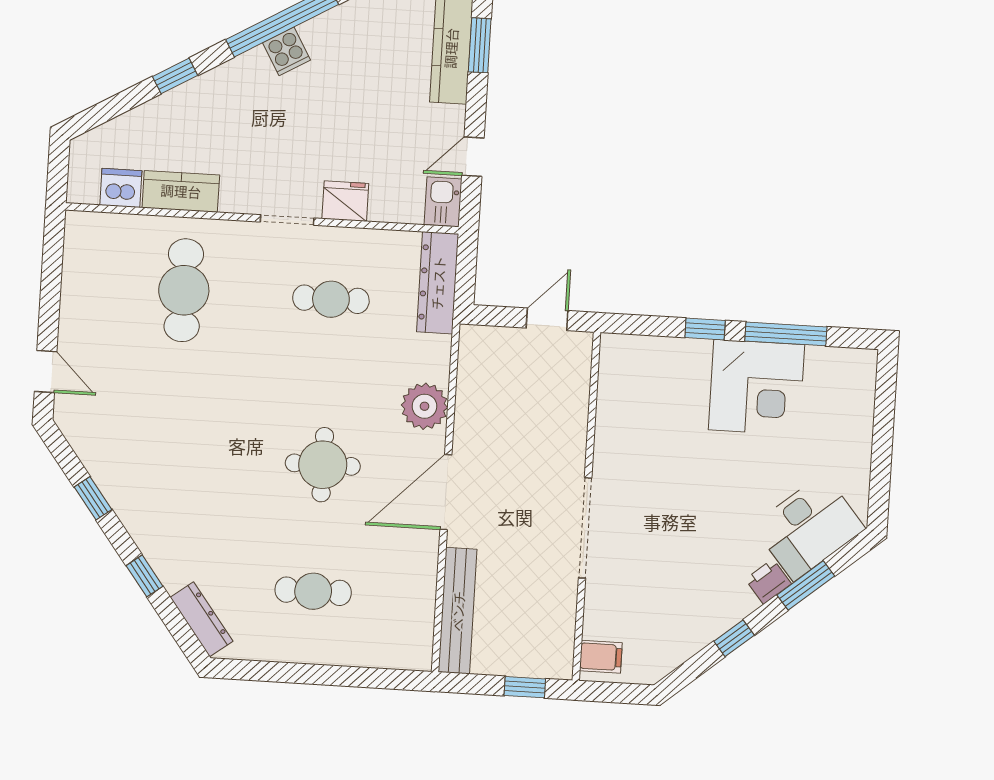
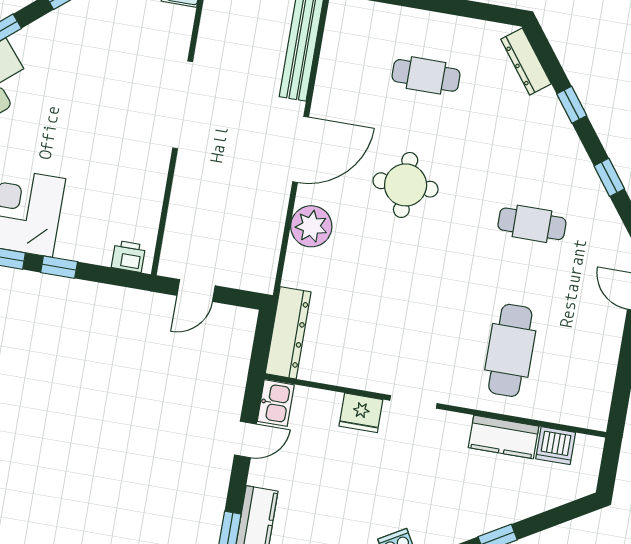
cafe table: (331, 299) -> (532, 224), moved
printer: (768, 582) -> (128, 256), moved, turned -140

